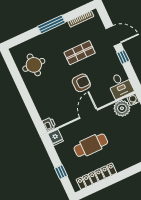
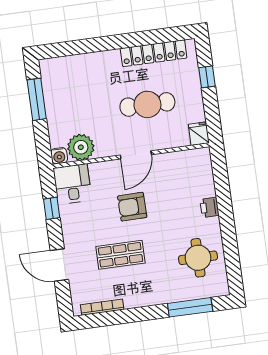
window: (51, 24) -> (190, 307), moved
window: (123, 57) -> (52, 208), moved
printer: (49, 124) -> (210, 207), moved

